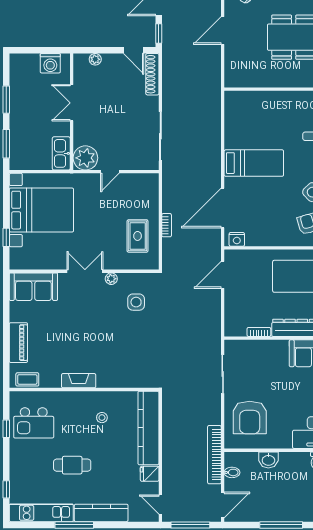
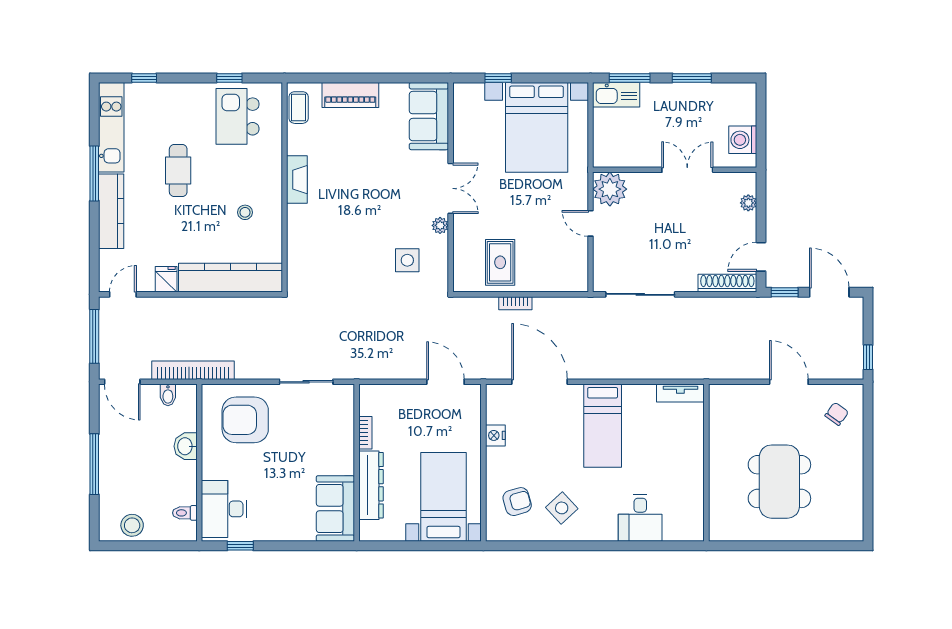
tv unit: (231, 108) -> (680, 393), added
kitchen sink: (61, 153) -> (616, 95), moved, turned 180
rug: (138, 236) -> (500, 262), turned 90
nightstand: (237, 239) -> (495, 435), moved

